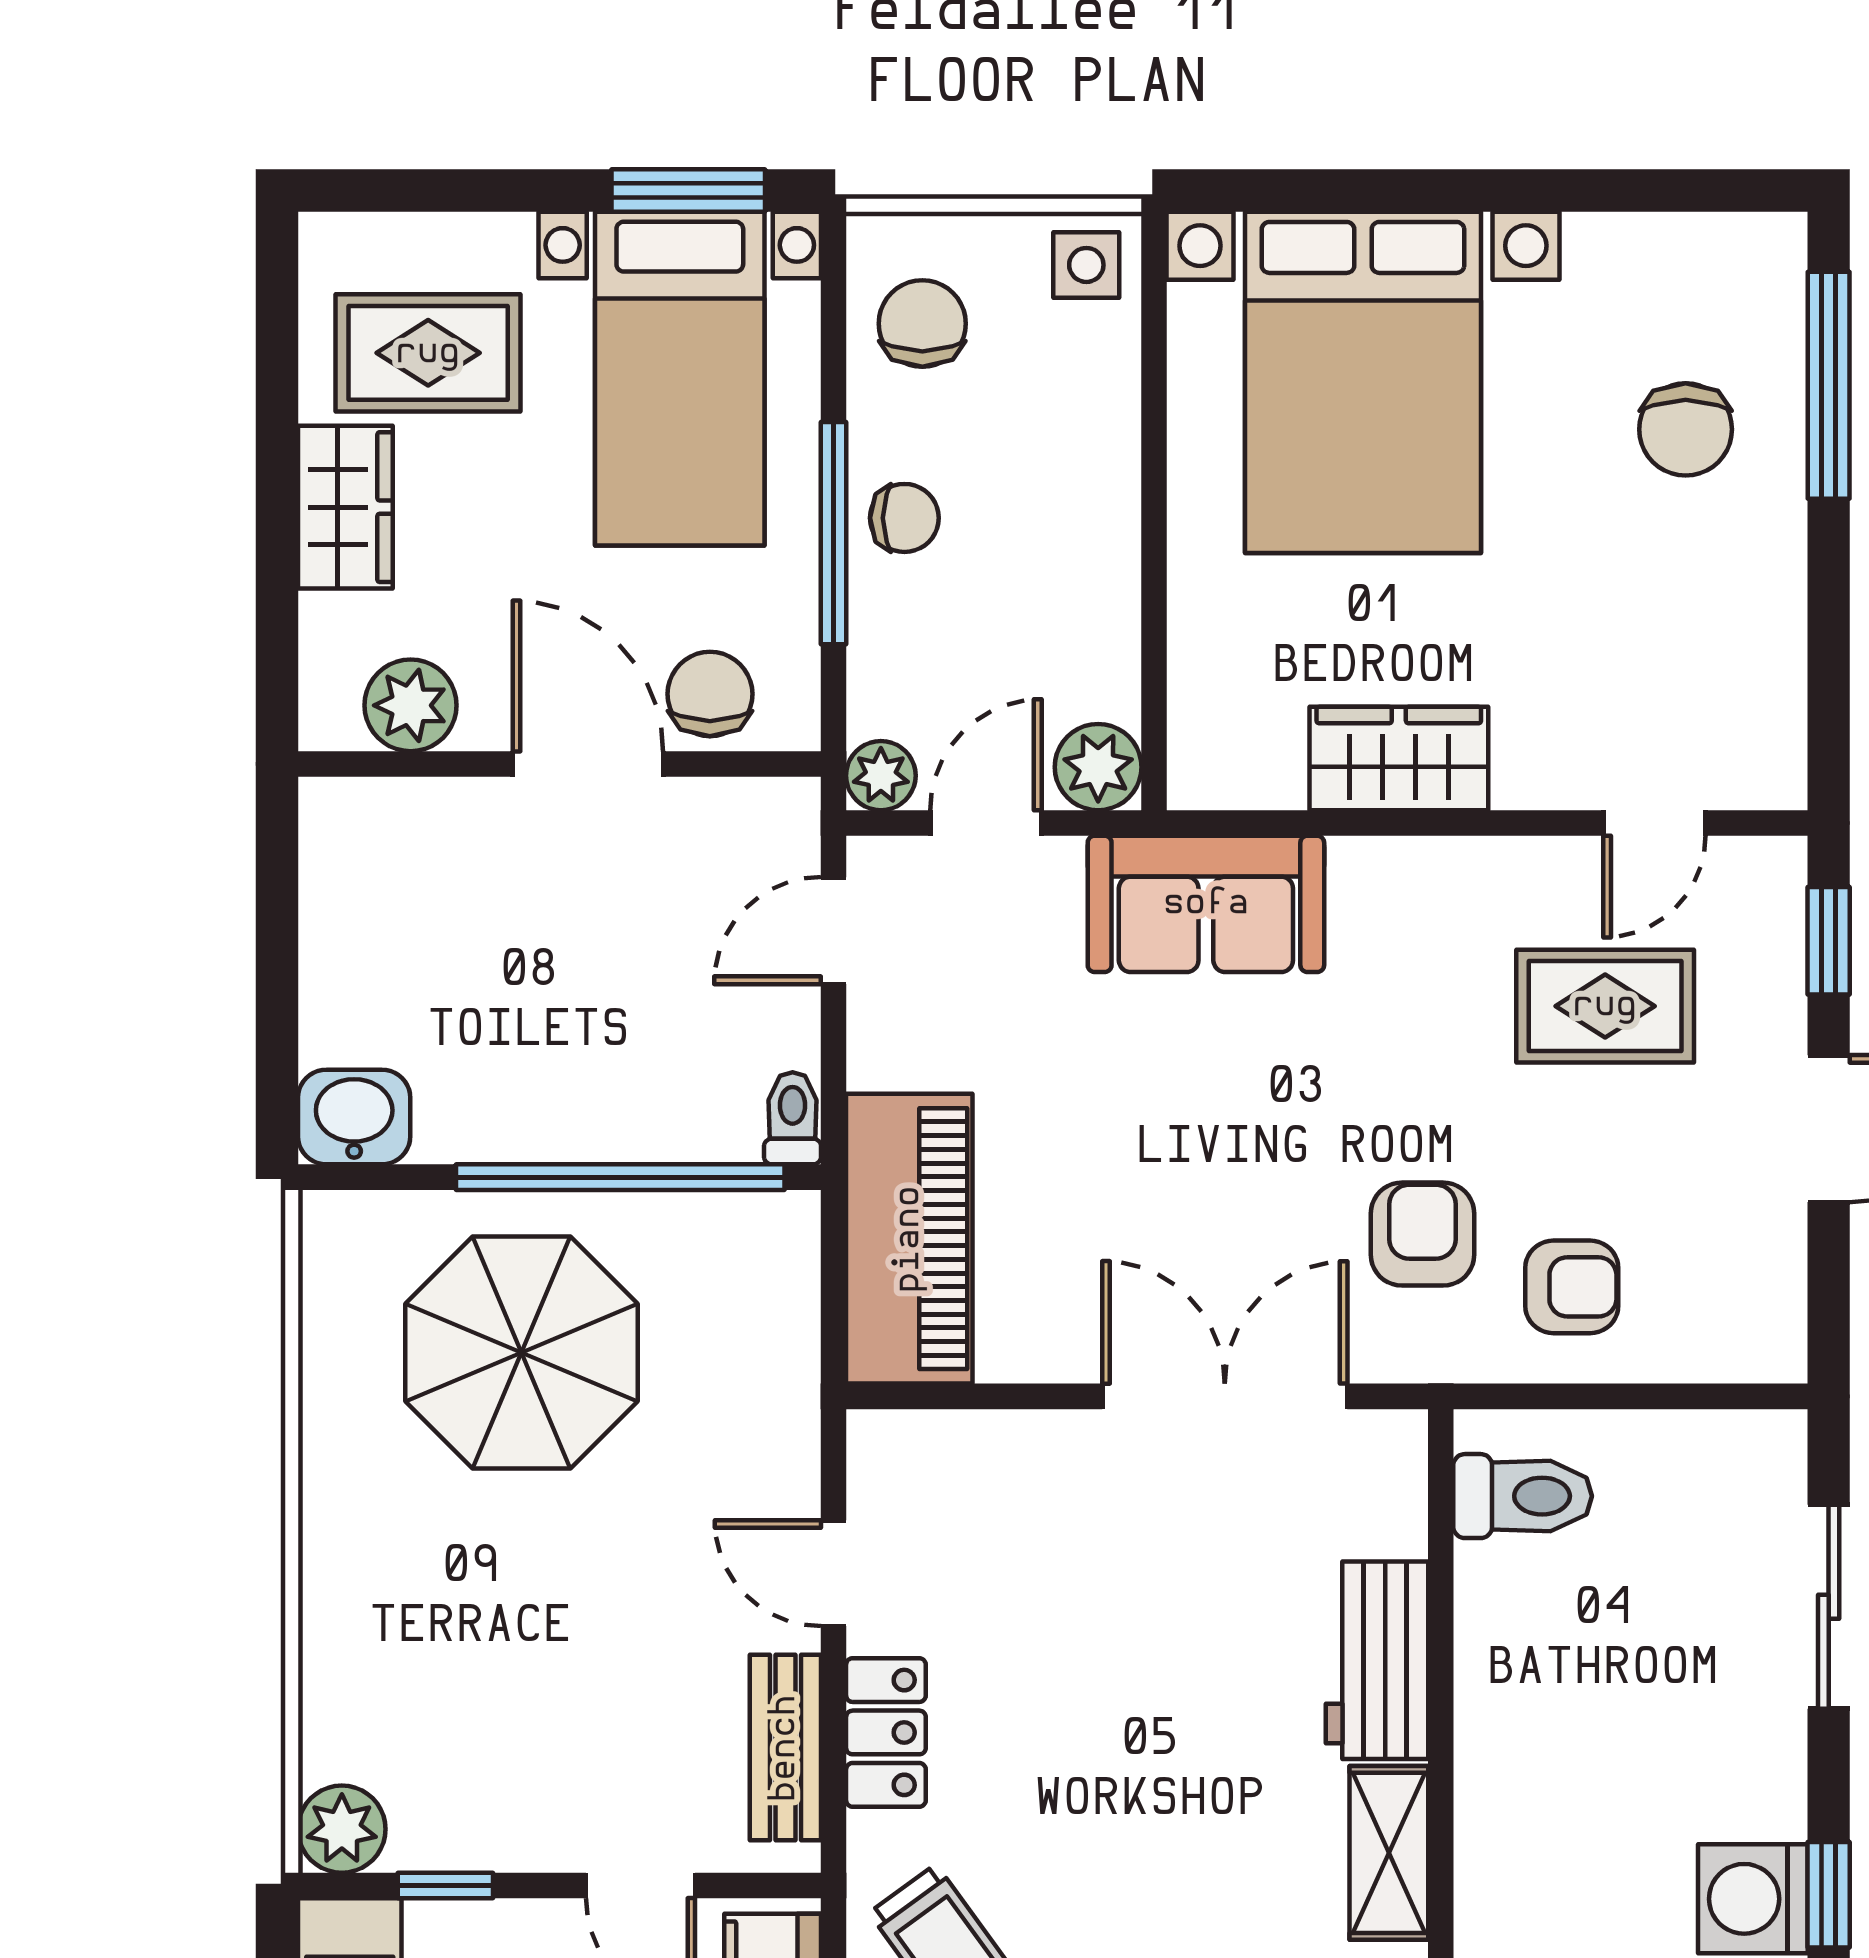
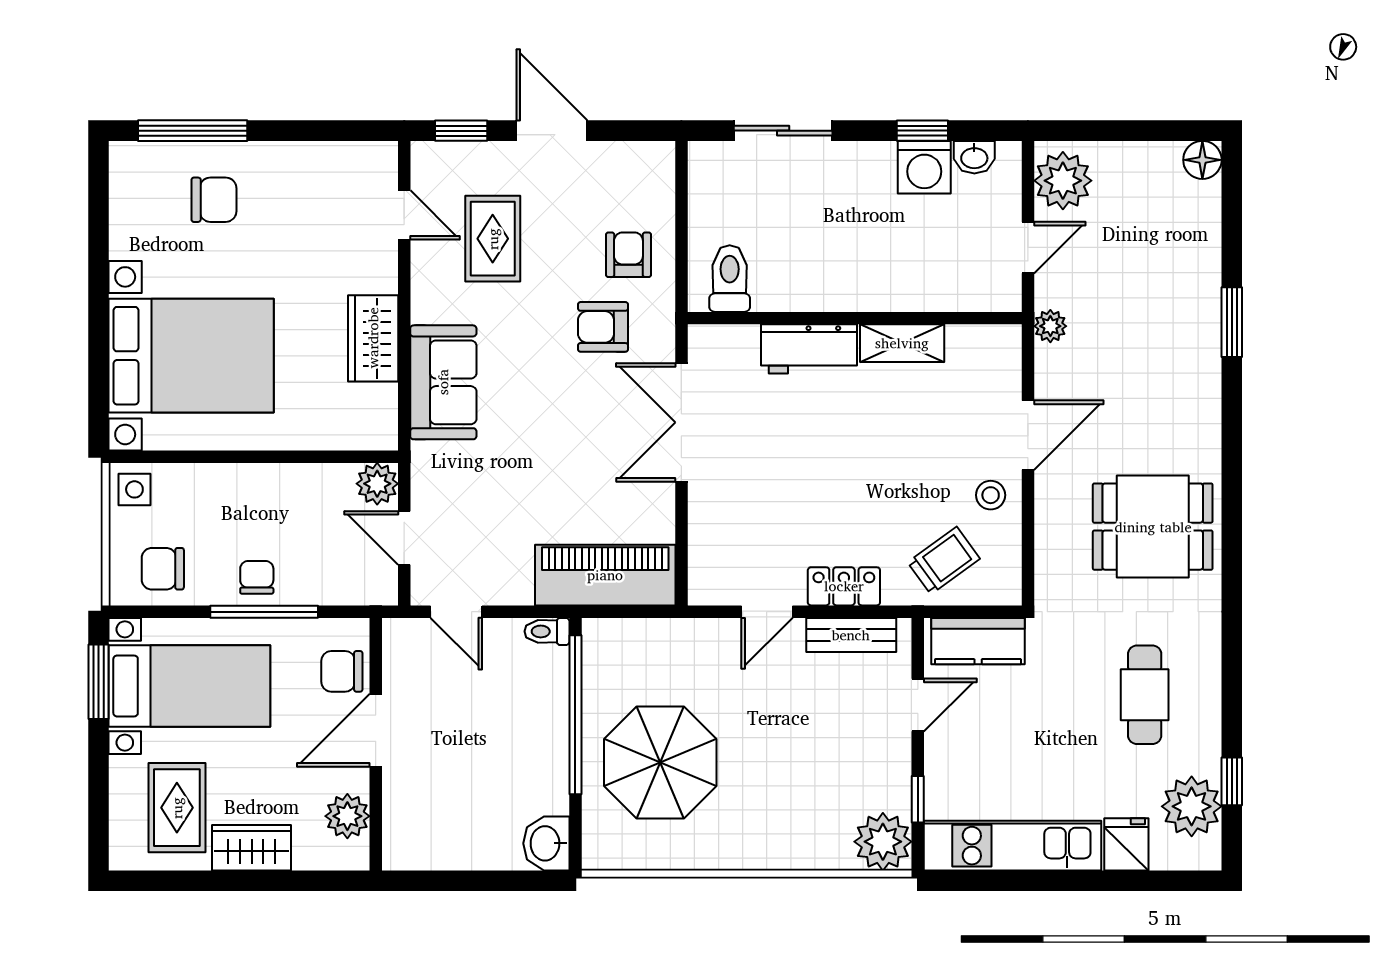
plant: (881, 776) -> (381, 589), removed
sofa: (1206, 904) -> (443, 382), moved
plant: (342, 1829) -> (883, 842), width x1.36, depth x1.36

